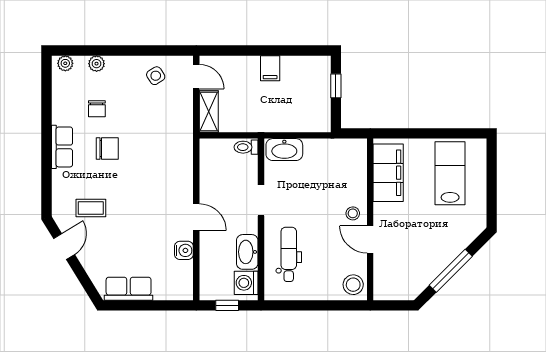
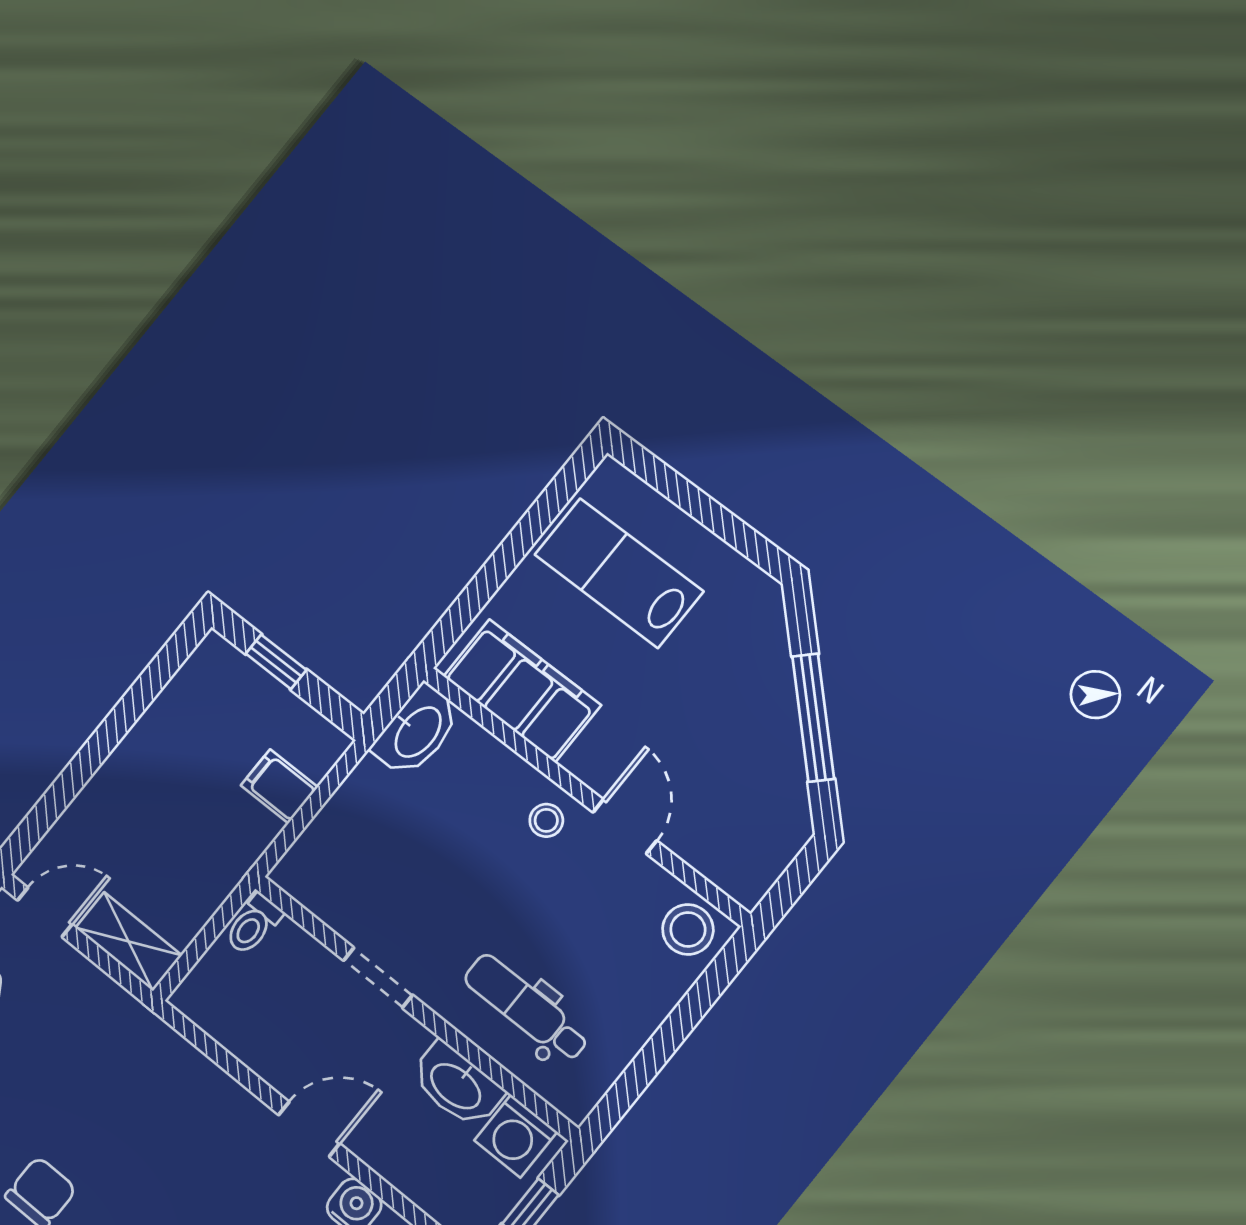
filing cabinet: (270, 68) -> (279, 786), moved, turned 180
washbasin: (284, 150) -> (417, 731), moved
door: (370, 239) -> (625, 826), swing flipped

